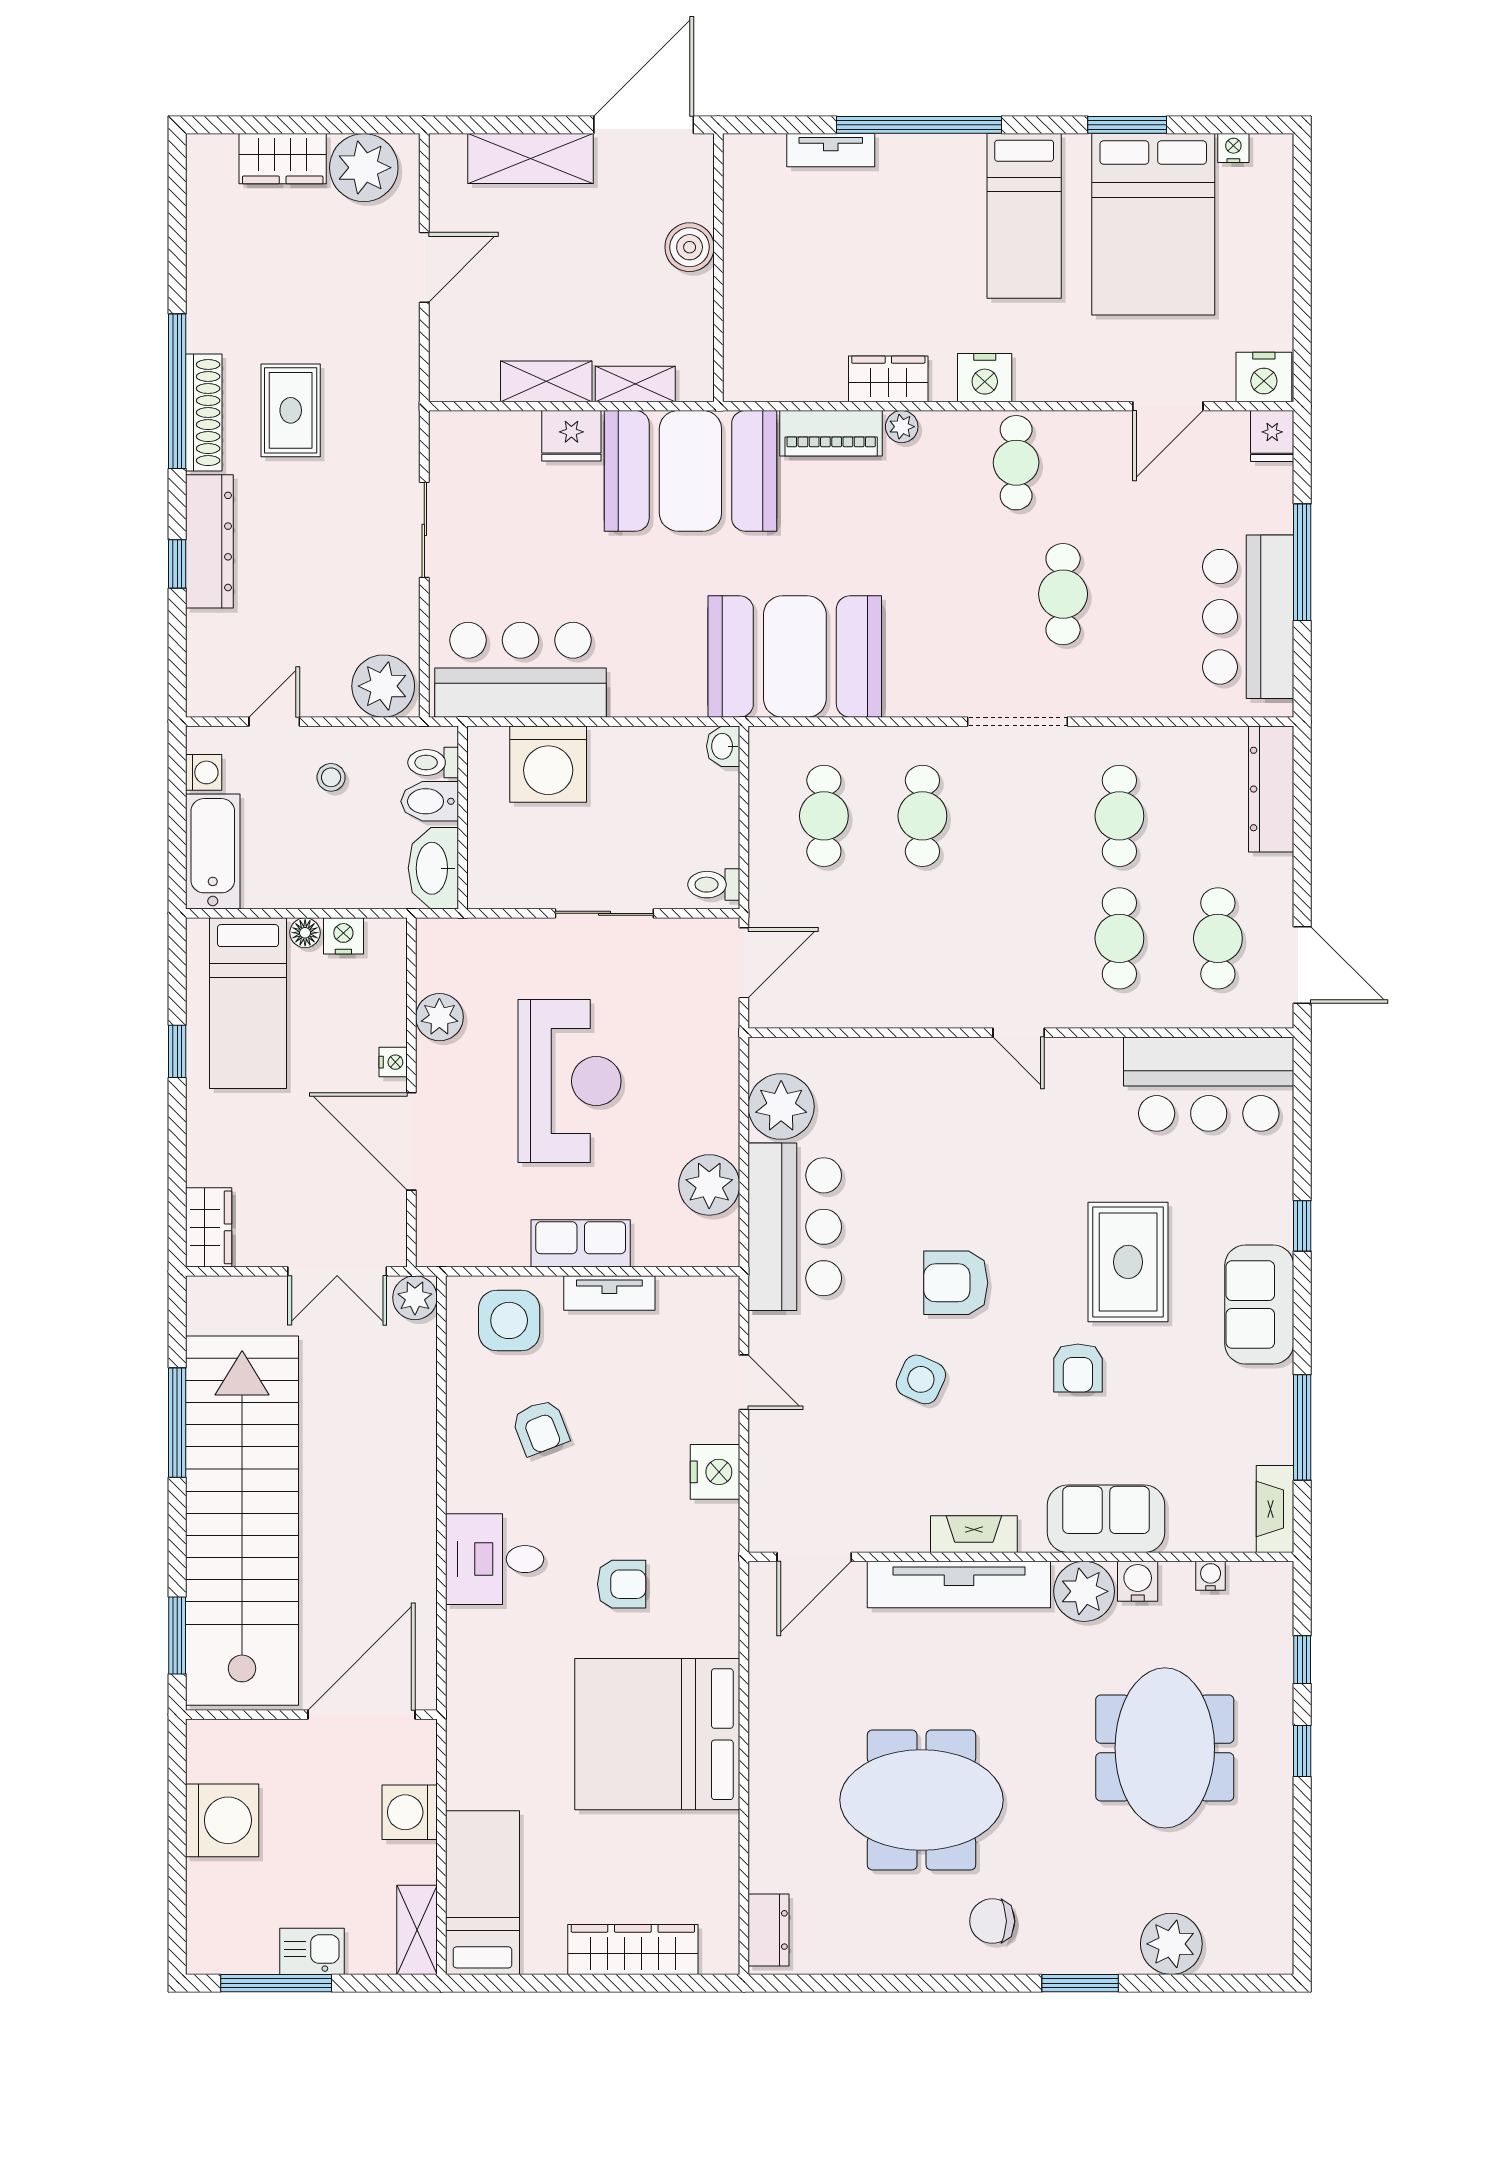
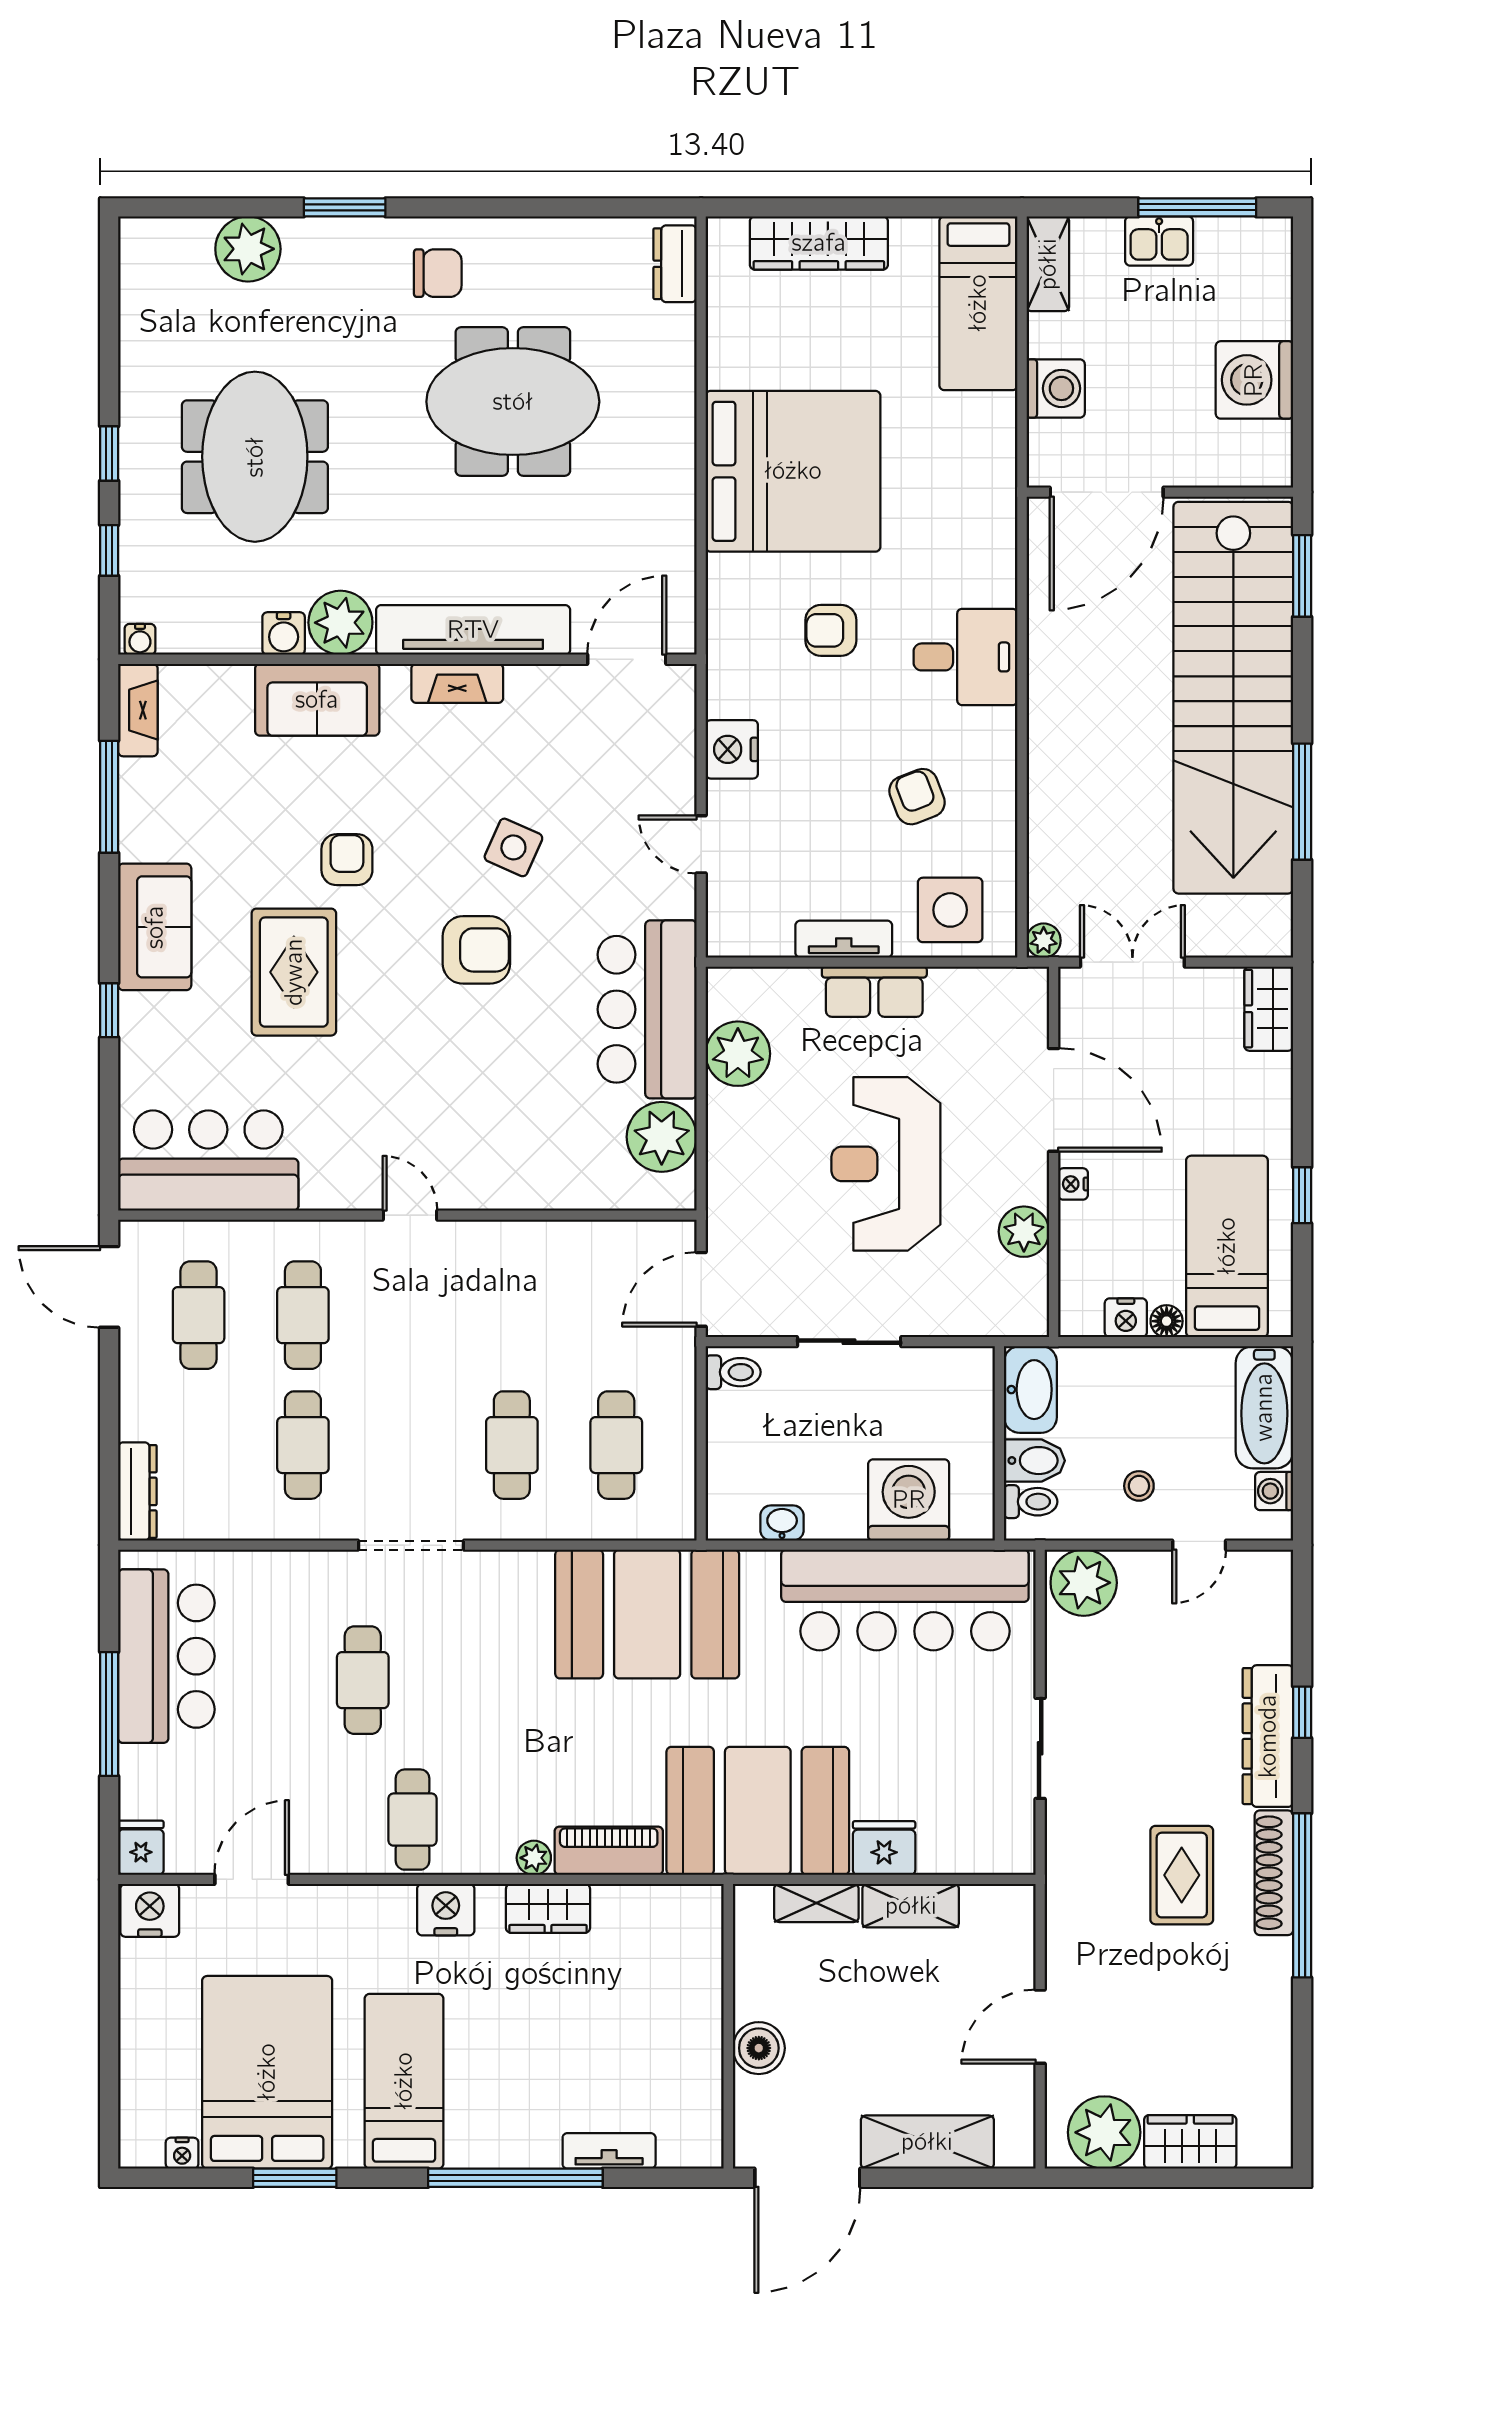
bar counter: (521, 670) -> (905, 1600), width x1.36
washbasin: (723, 746) -> (782, 1523), moved, turned -90
dresser: (1271, 789) -> (137, 1491), width x0.73, depth x0.80
plant: (415, 1298) -> (1044, 940), width x0.73, depth x0.73
water cooler: (1211, 1576) -> (140, 639), moved

